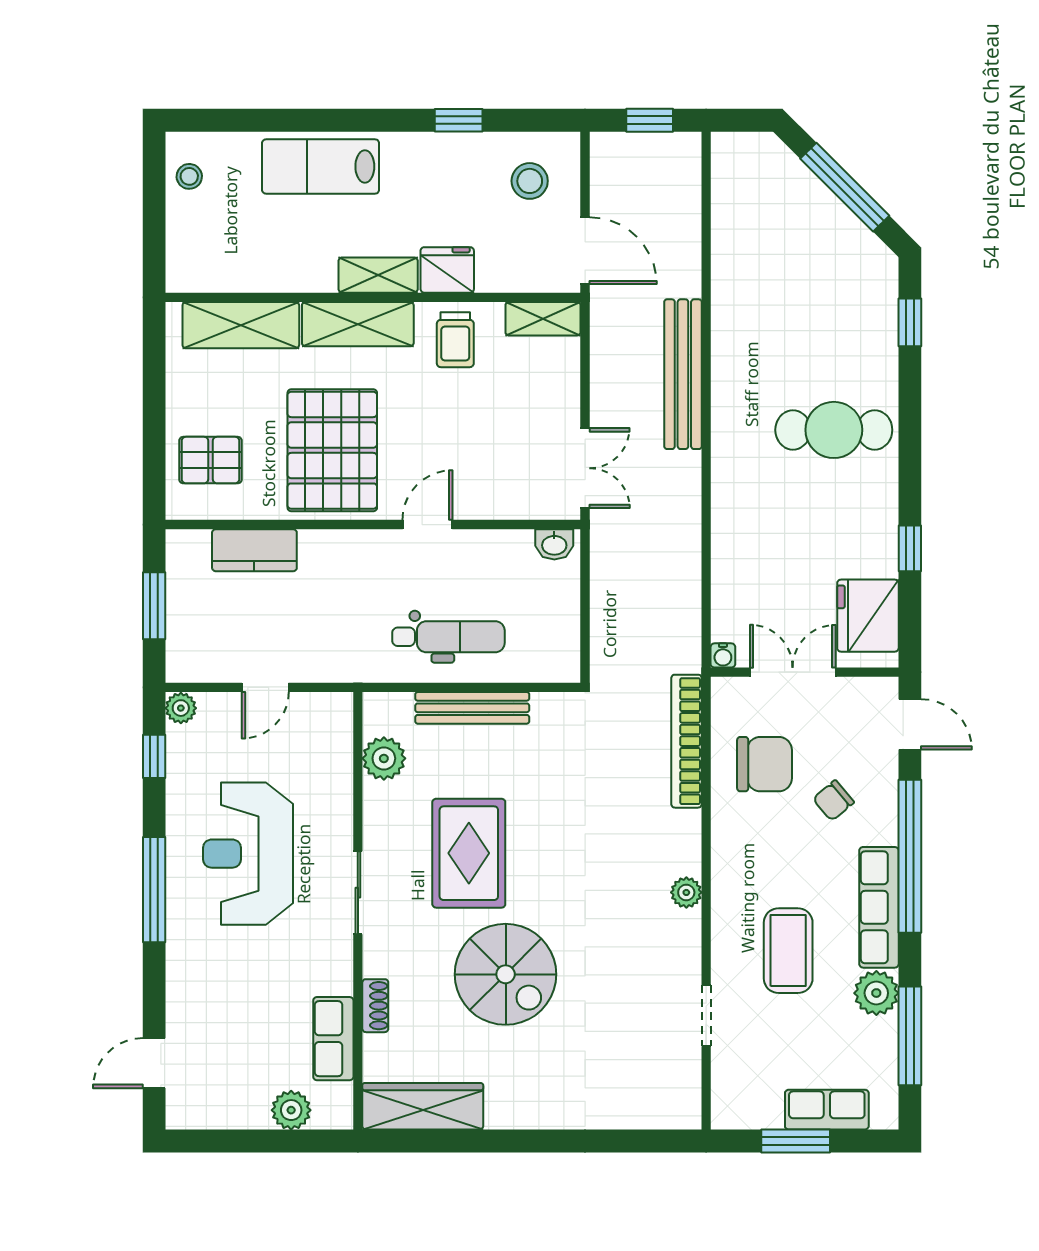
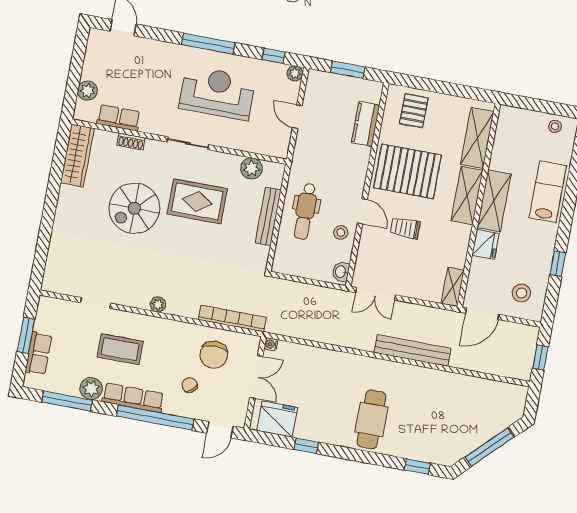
shelving: (378, 275) -> (494, 201), width x1.50, depth x1.33
trolley: (455, 340) -> (405, 228), moved
stool: (477, 559) -> (341, 233), added

